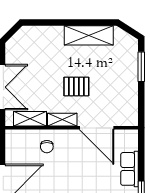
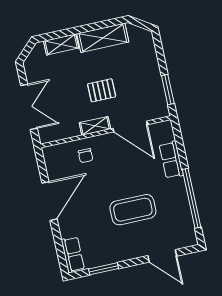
window: (141, 67) -> (168, 90), moved
shelving: (30, 119) -> (61, 44), moved

